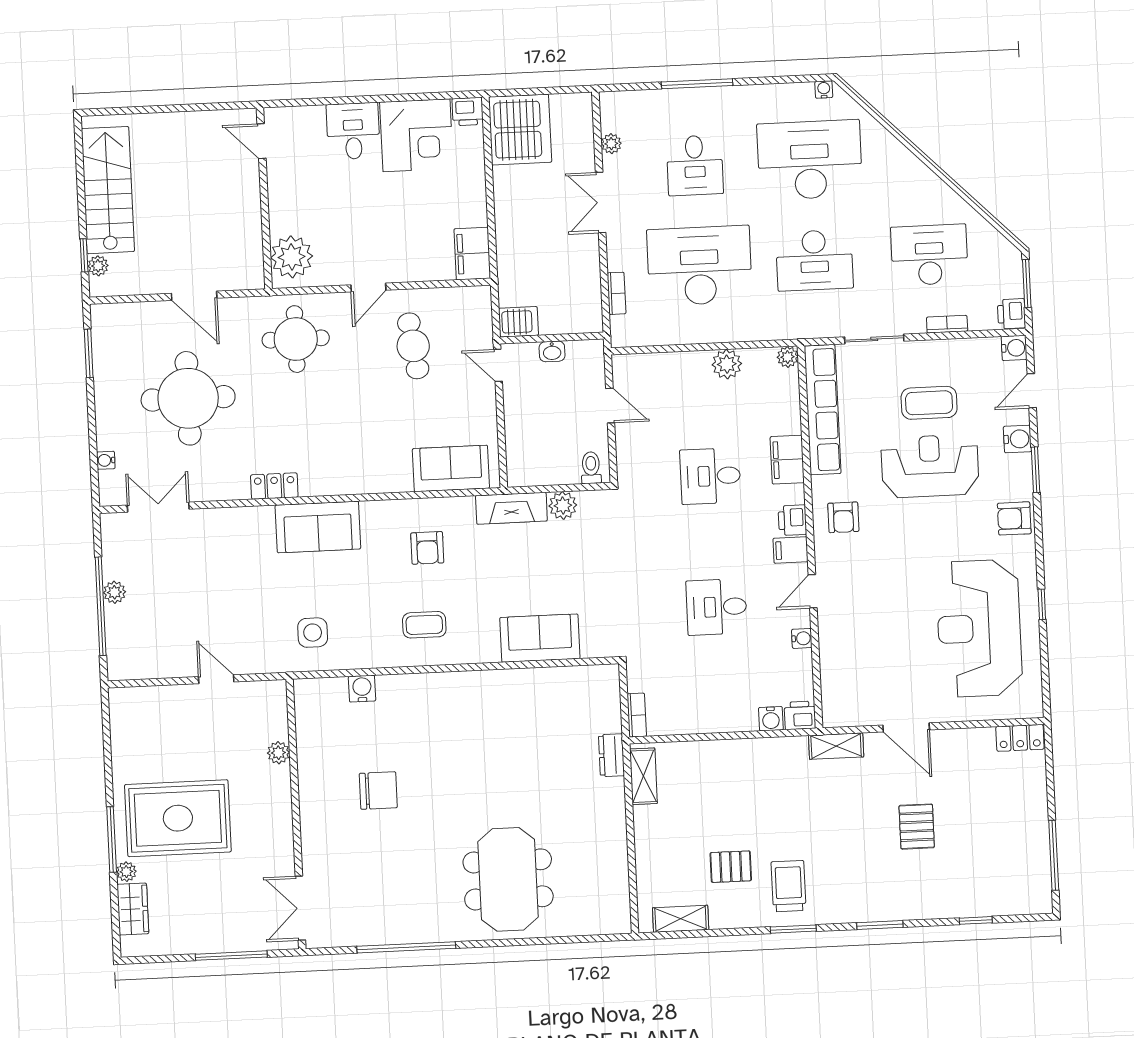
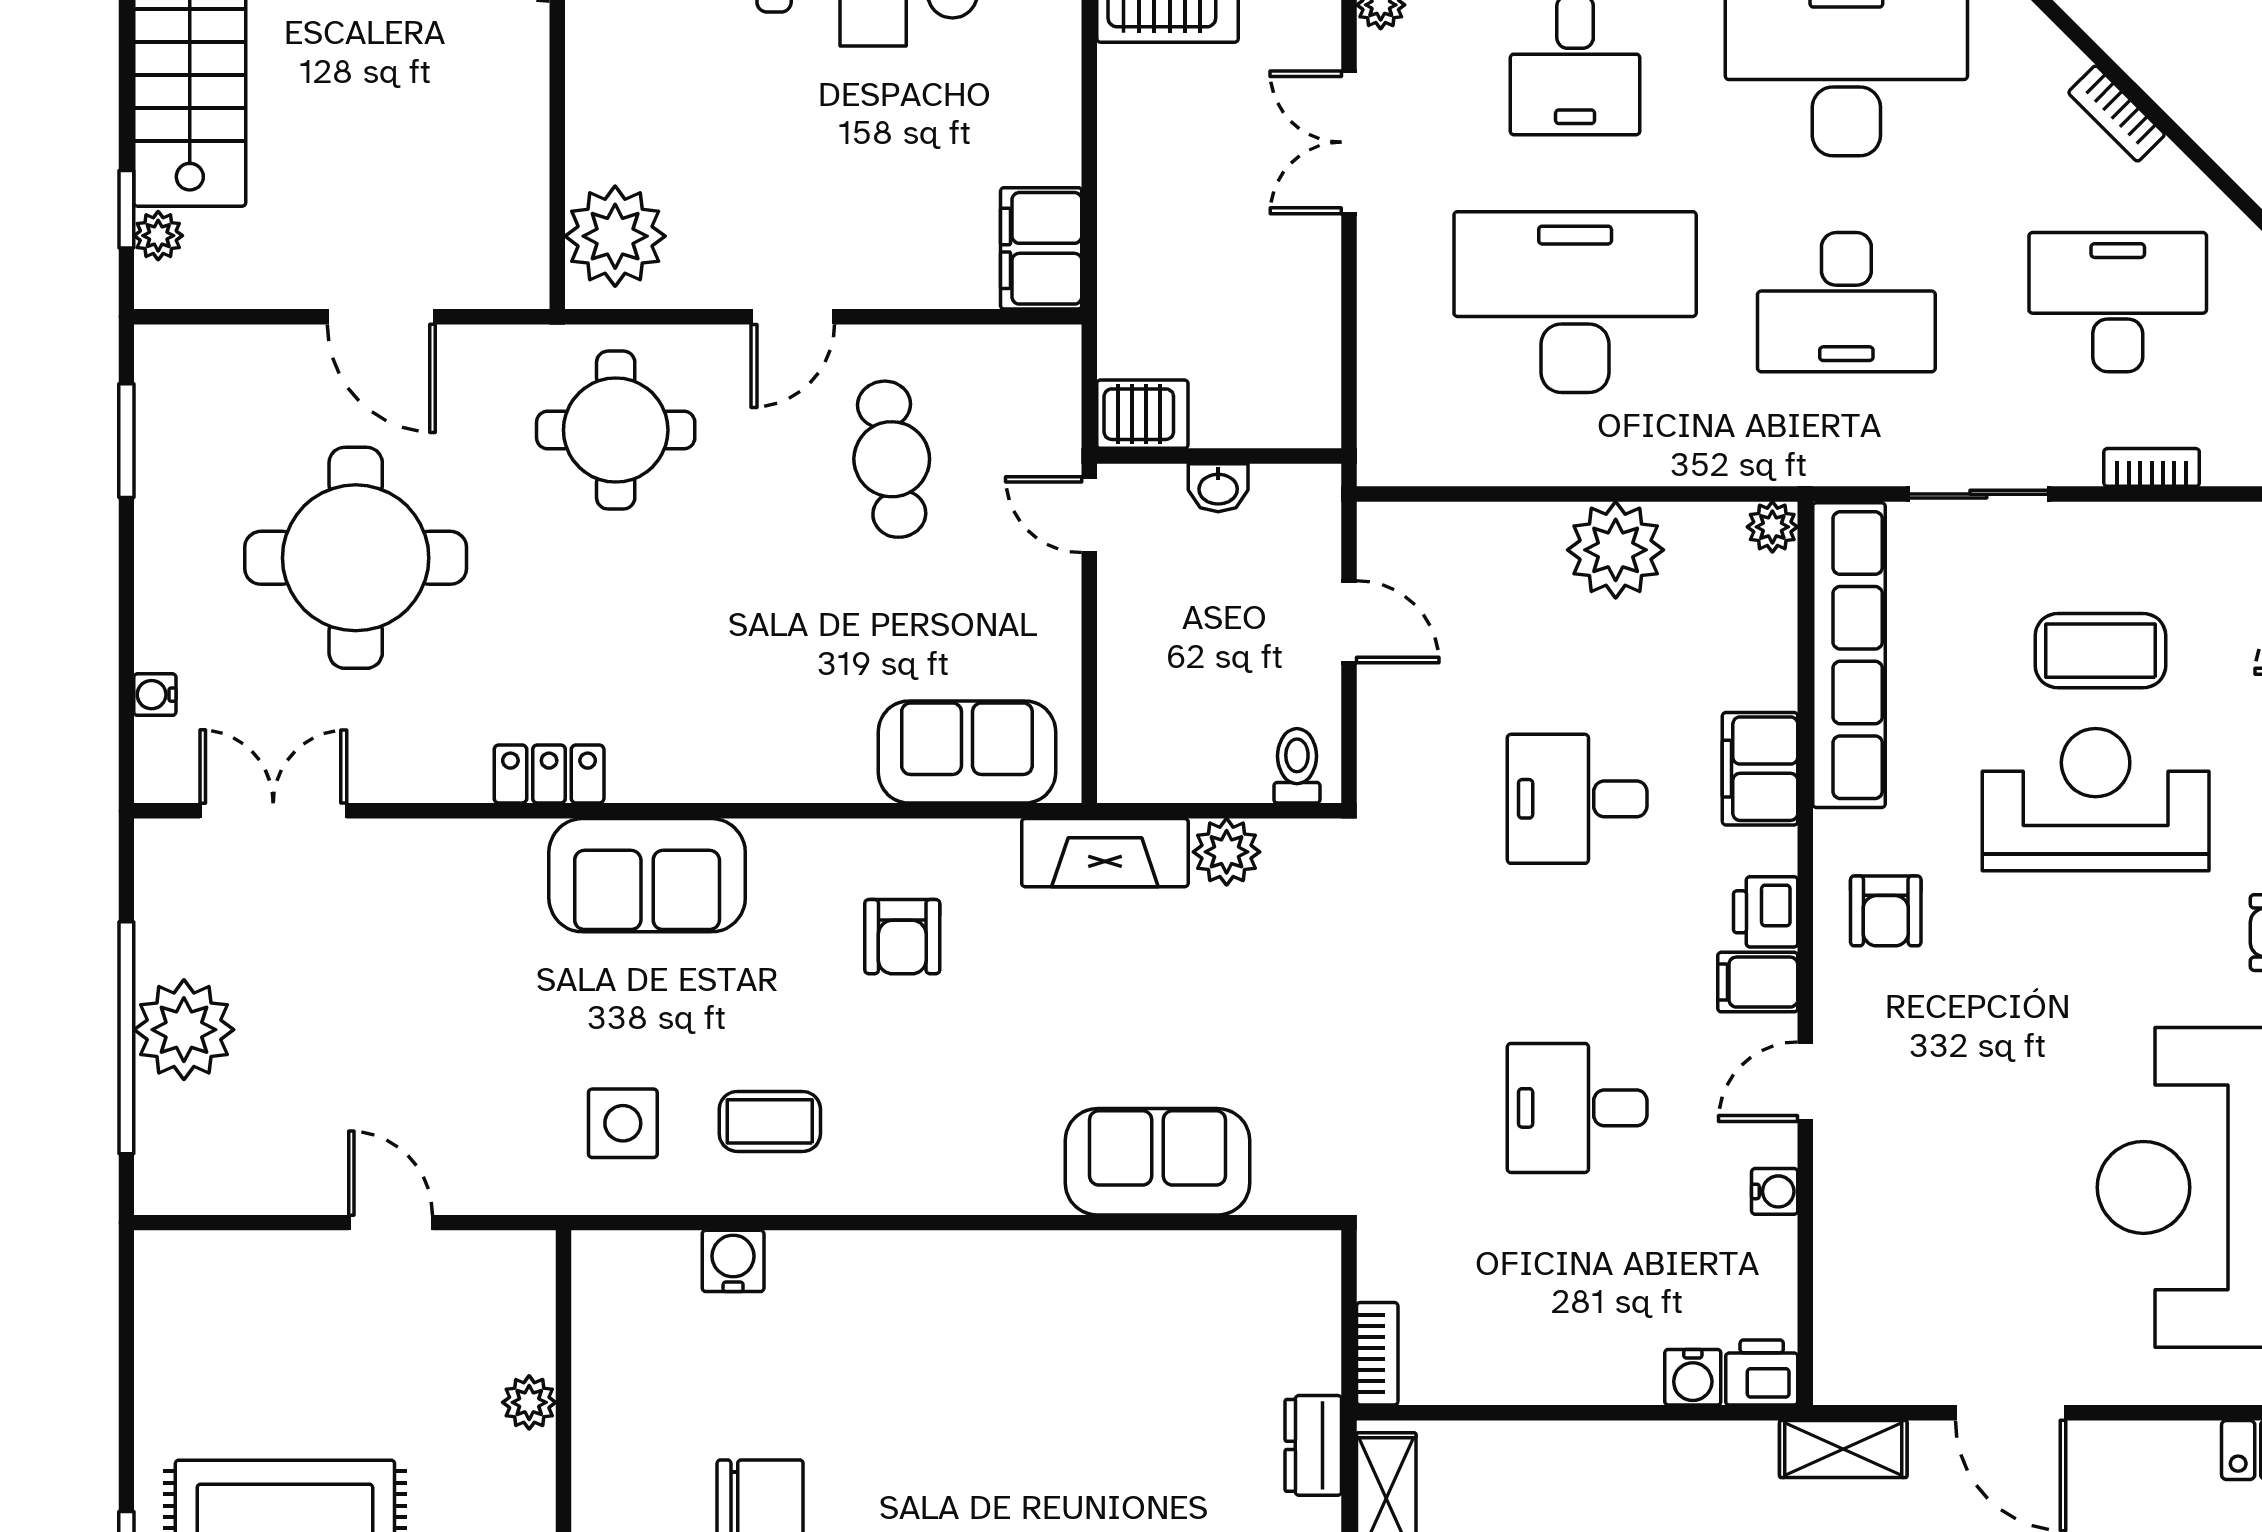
bookcase: (617, 293) -> (2117, 114), moved, turned 135
plant: (727, 364) -> (1616, 550), width x1.36, depth x1.36
plant: (114, 592) -> (184, 1030), width x1.87, depth x1.87
coffee table: (424, 625) -> (770, 1121), moved

